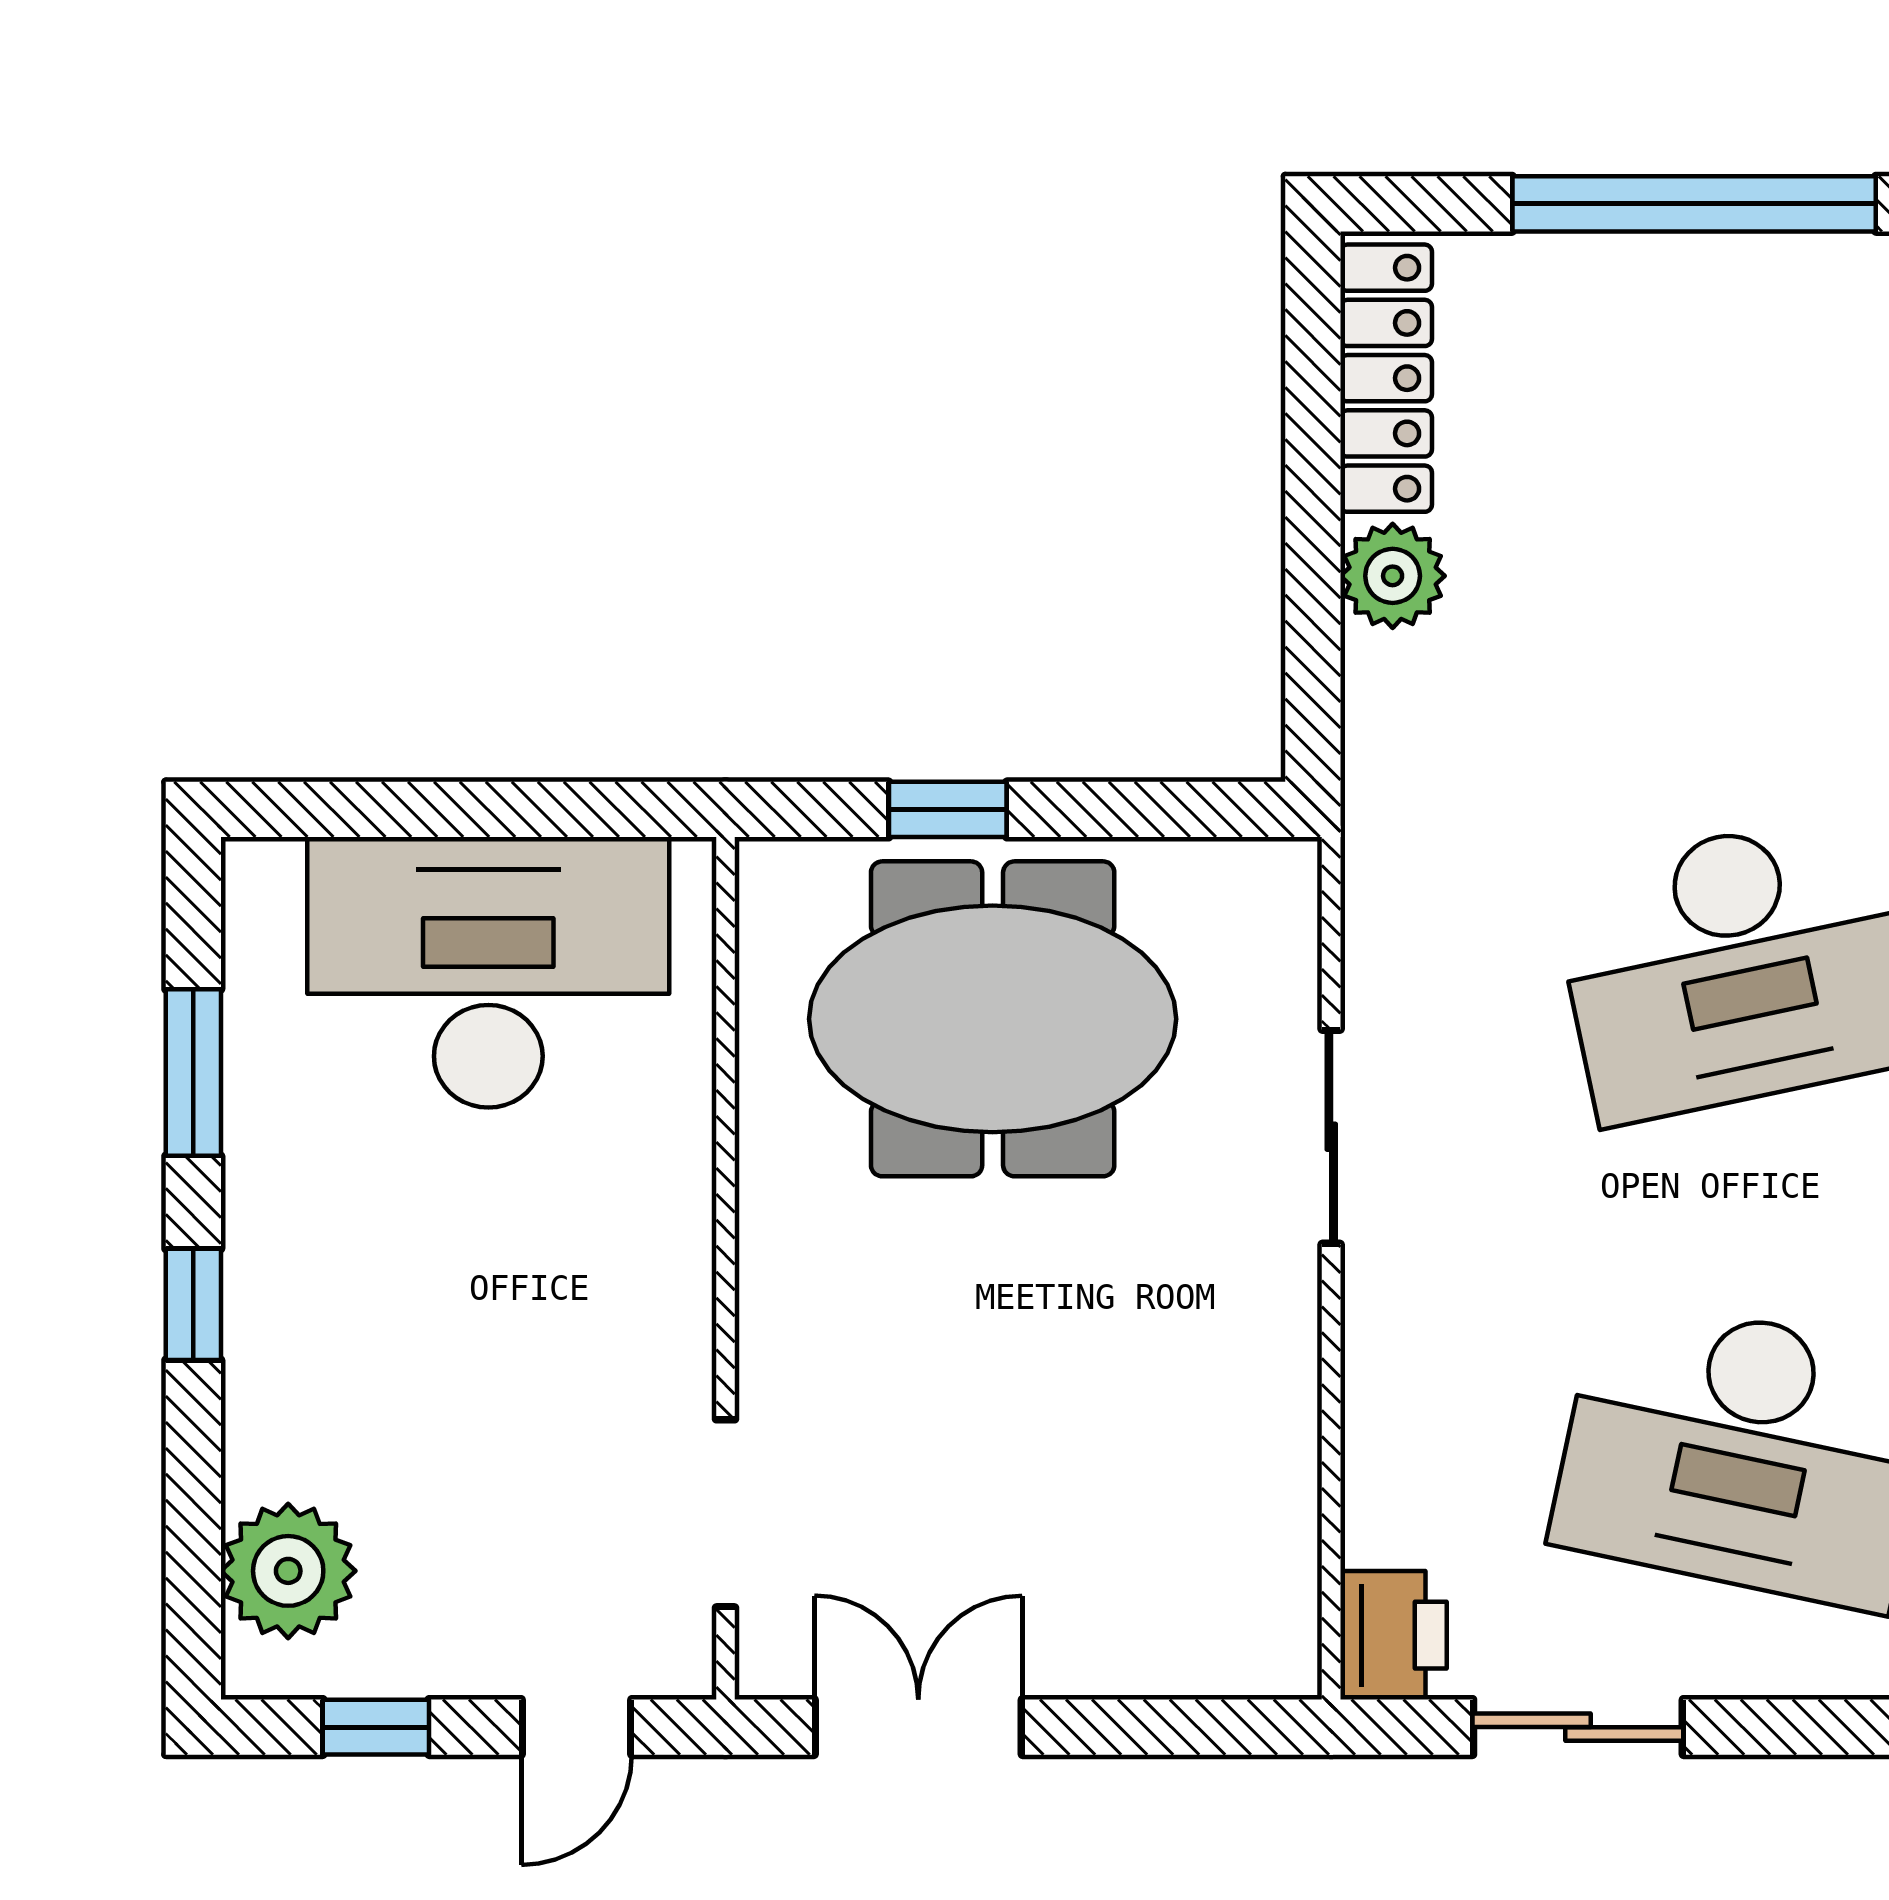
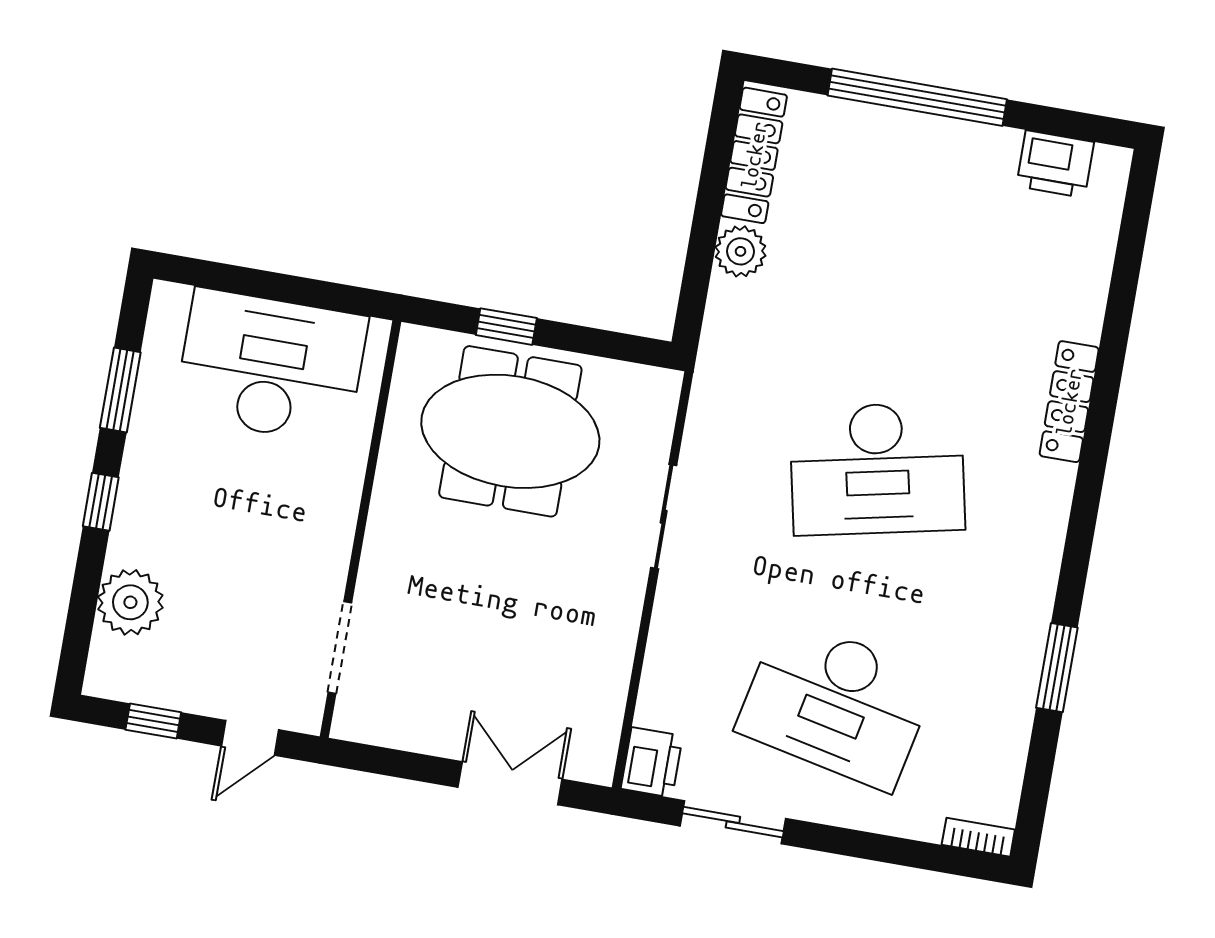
plant: (288, 1571) -> (130, 602), moved
double door: (918, 1727) -> (510, 783), moved

